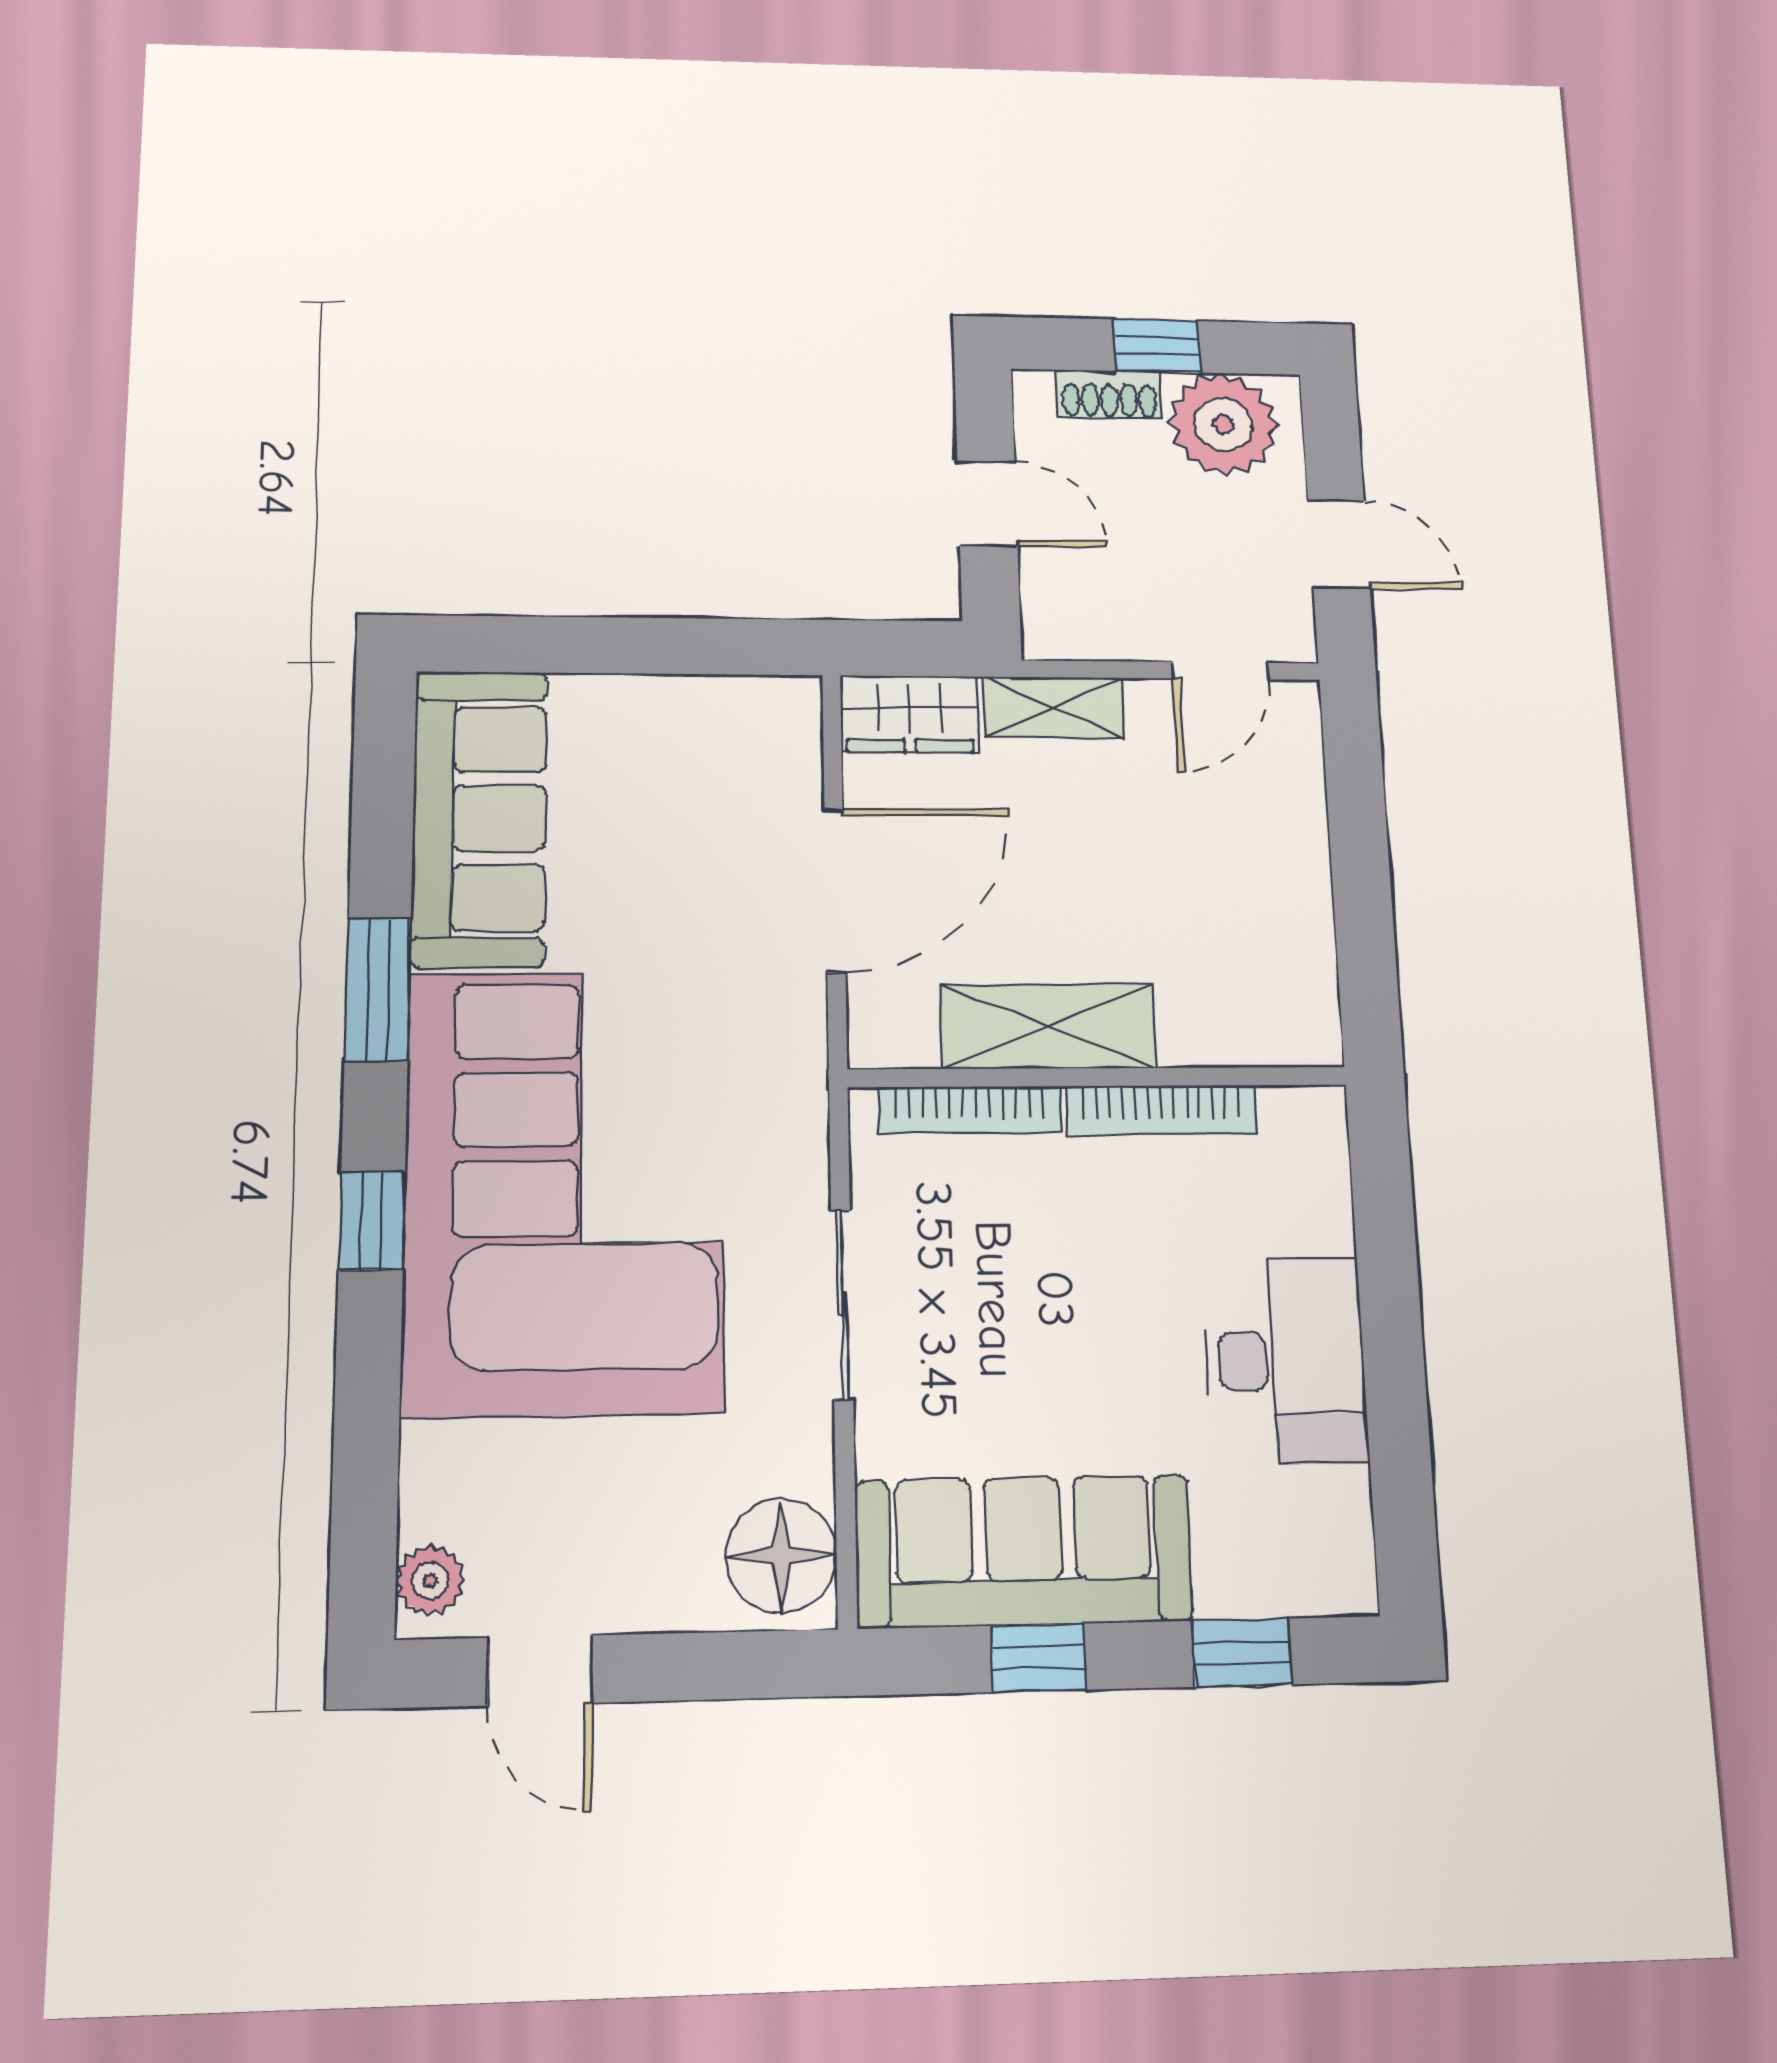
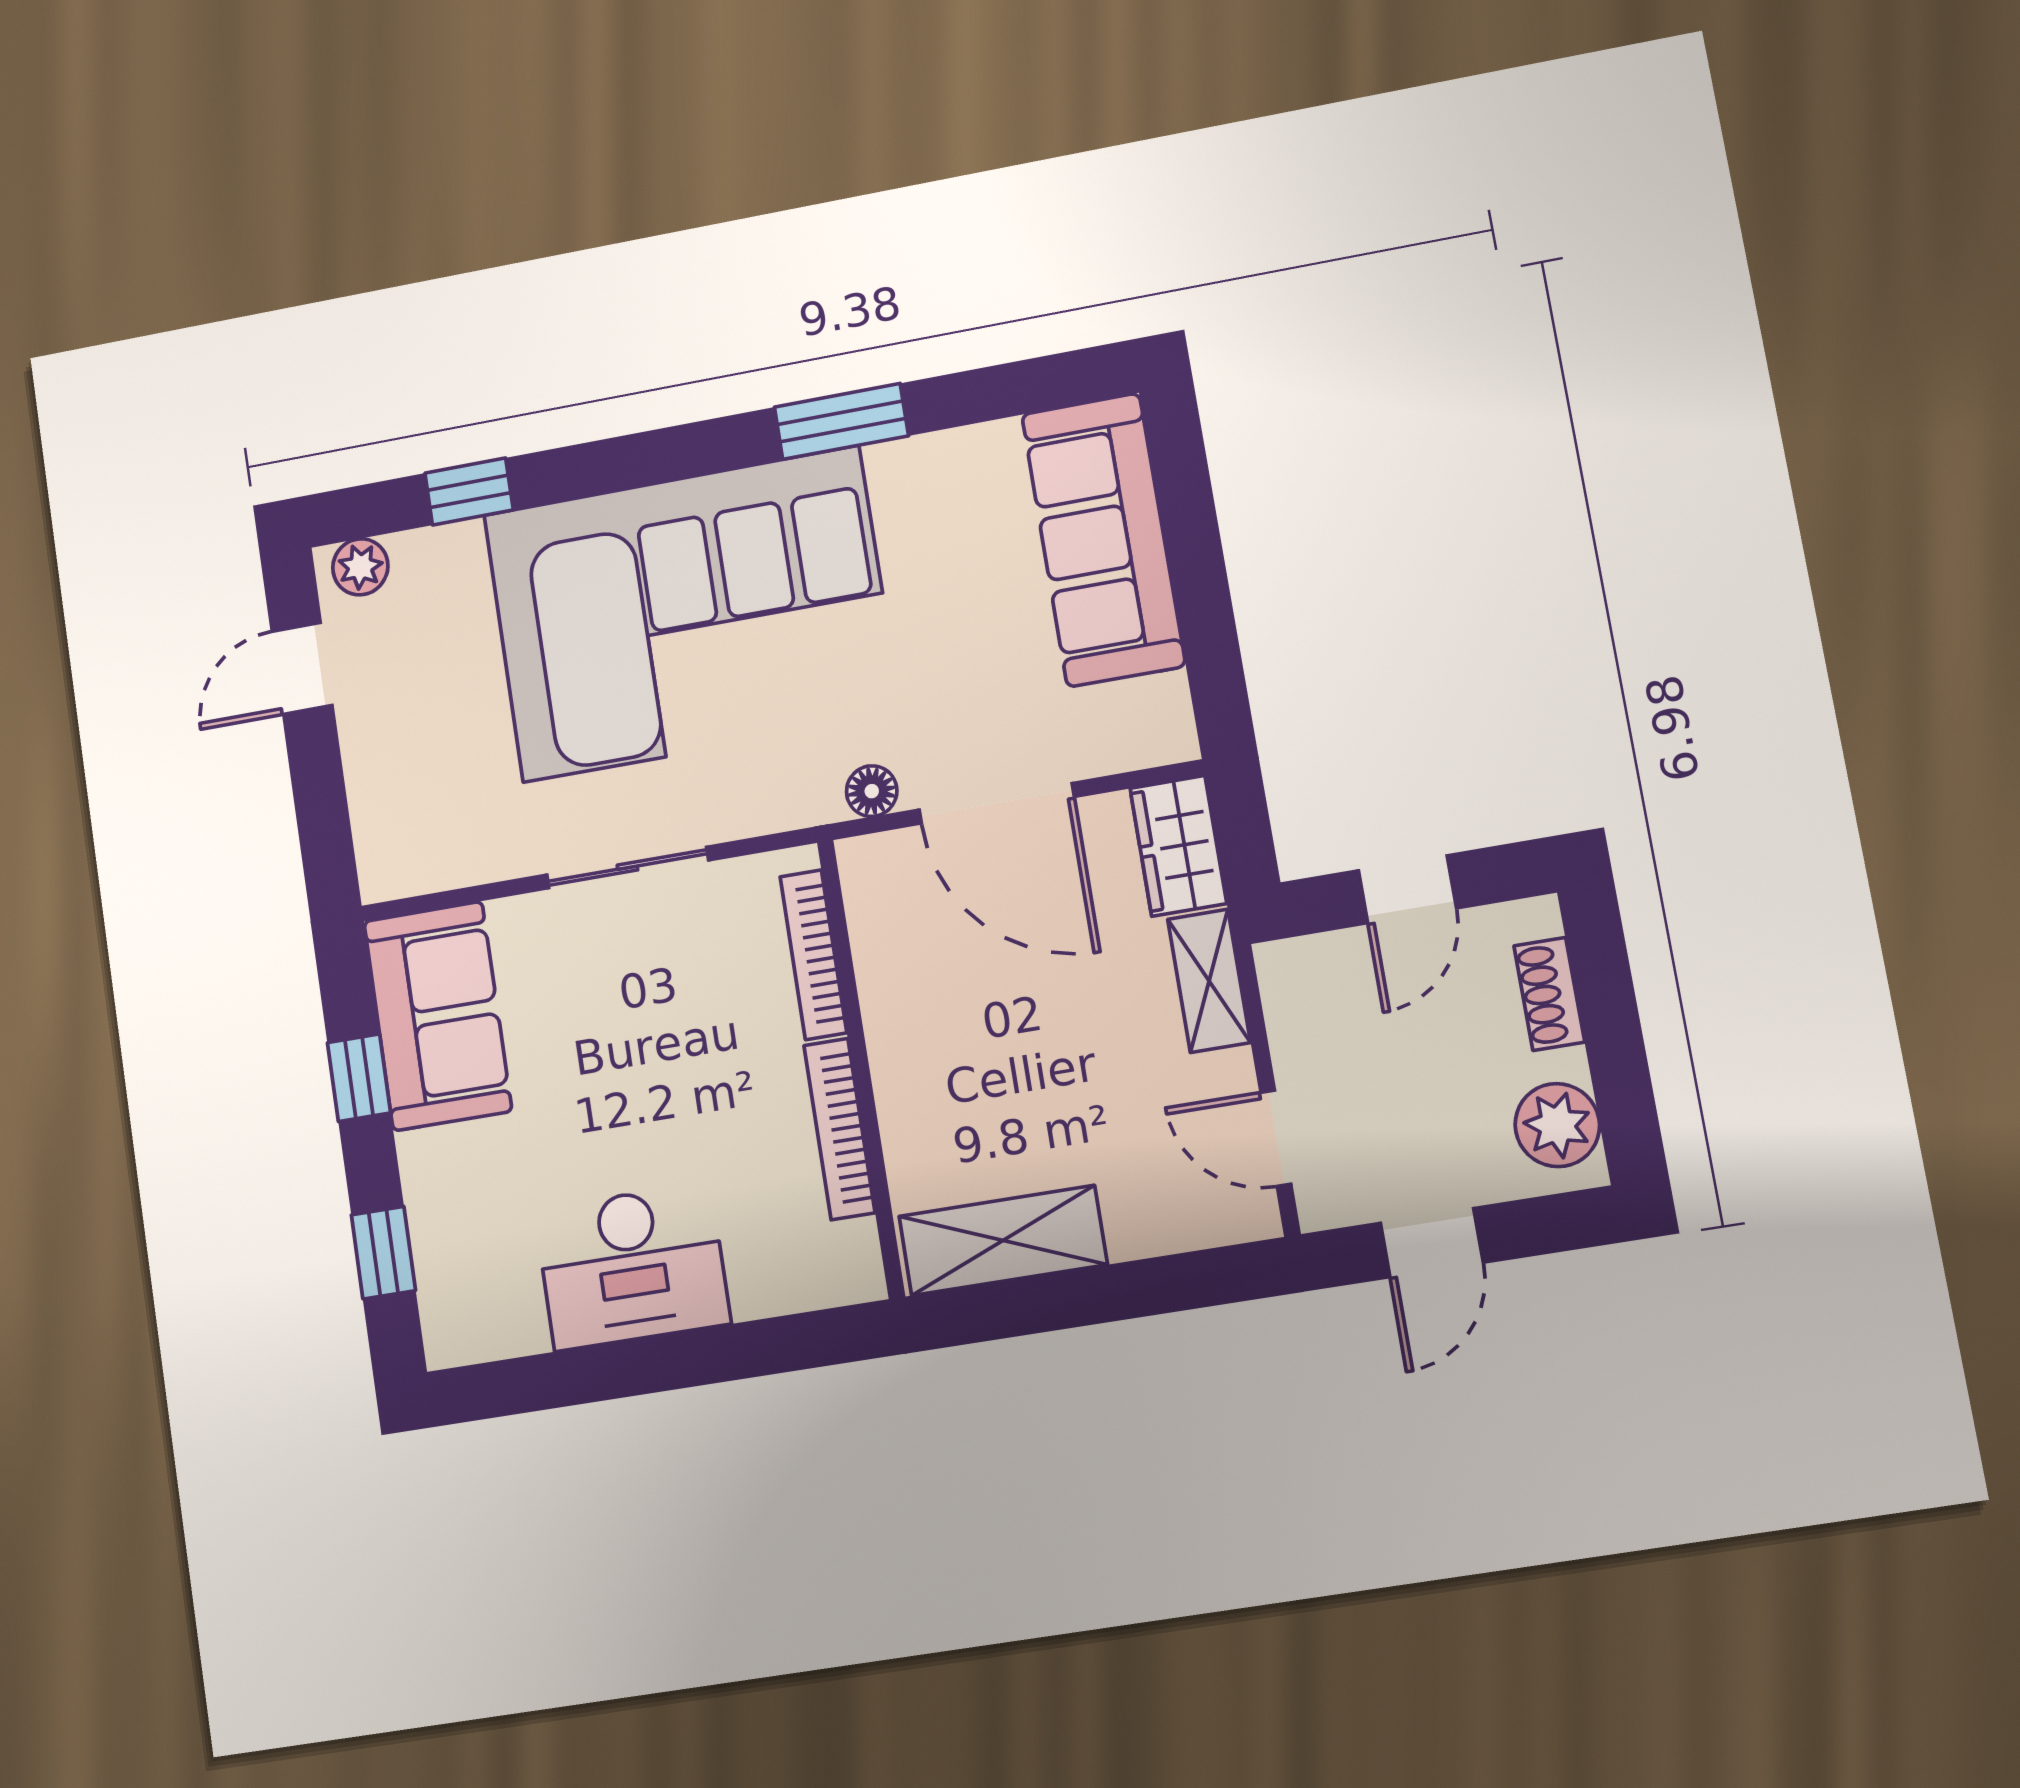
window: (1157, 346) -> (1613, 1036), removed
plant: (1223, 424) -> (1557, 1125), width x0.73, depth x0.73
sofa: (479, 818) -> (1103, 540), moved, turned 90
shelving: (1048, 1026) -> (1003, 1240), moved, turned 90
window: (372, 1221) -> (469, 492), moved
sofa: (1024, 1551) -> (438, 1016), width x0.73
floor lamp: (781, 1556) -> (872, 791), moved, width x0.53, depth x0.53

